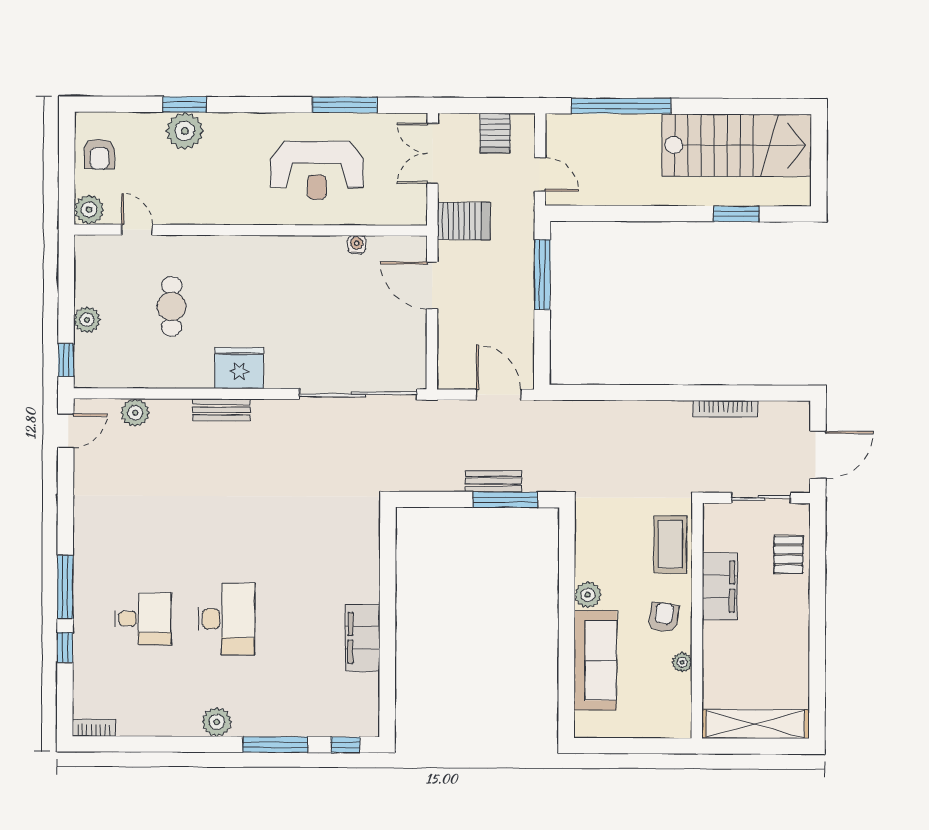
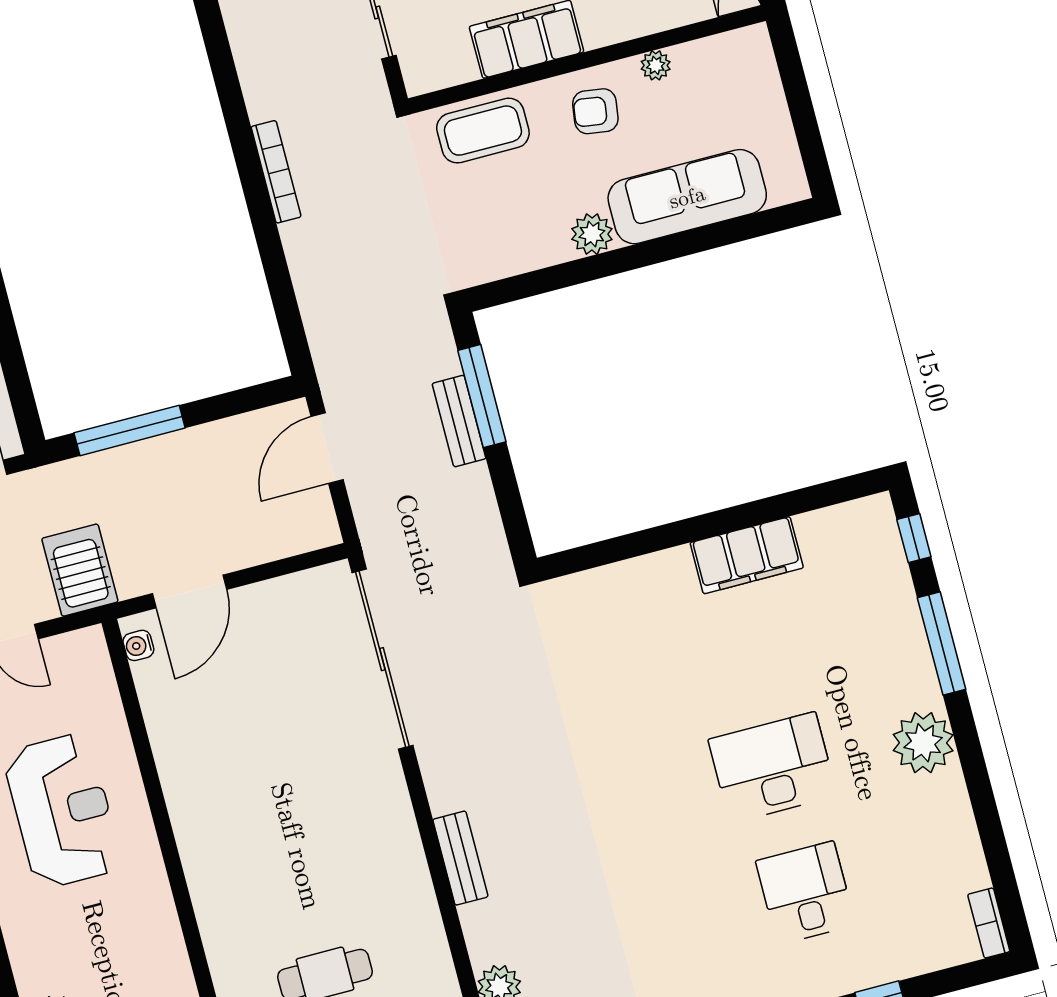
water cooler: (357, 245) -> (138, 645), moved
fridge: (239, 368) -> (391, 848), removed
bookcase: (725, 409) -> (276, 172), moved
plant: (217, 722) -> (923, 743), width x1.36, depth x1.36

